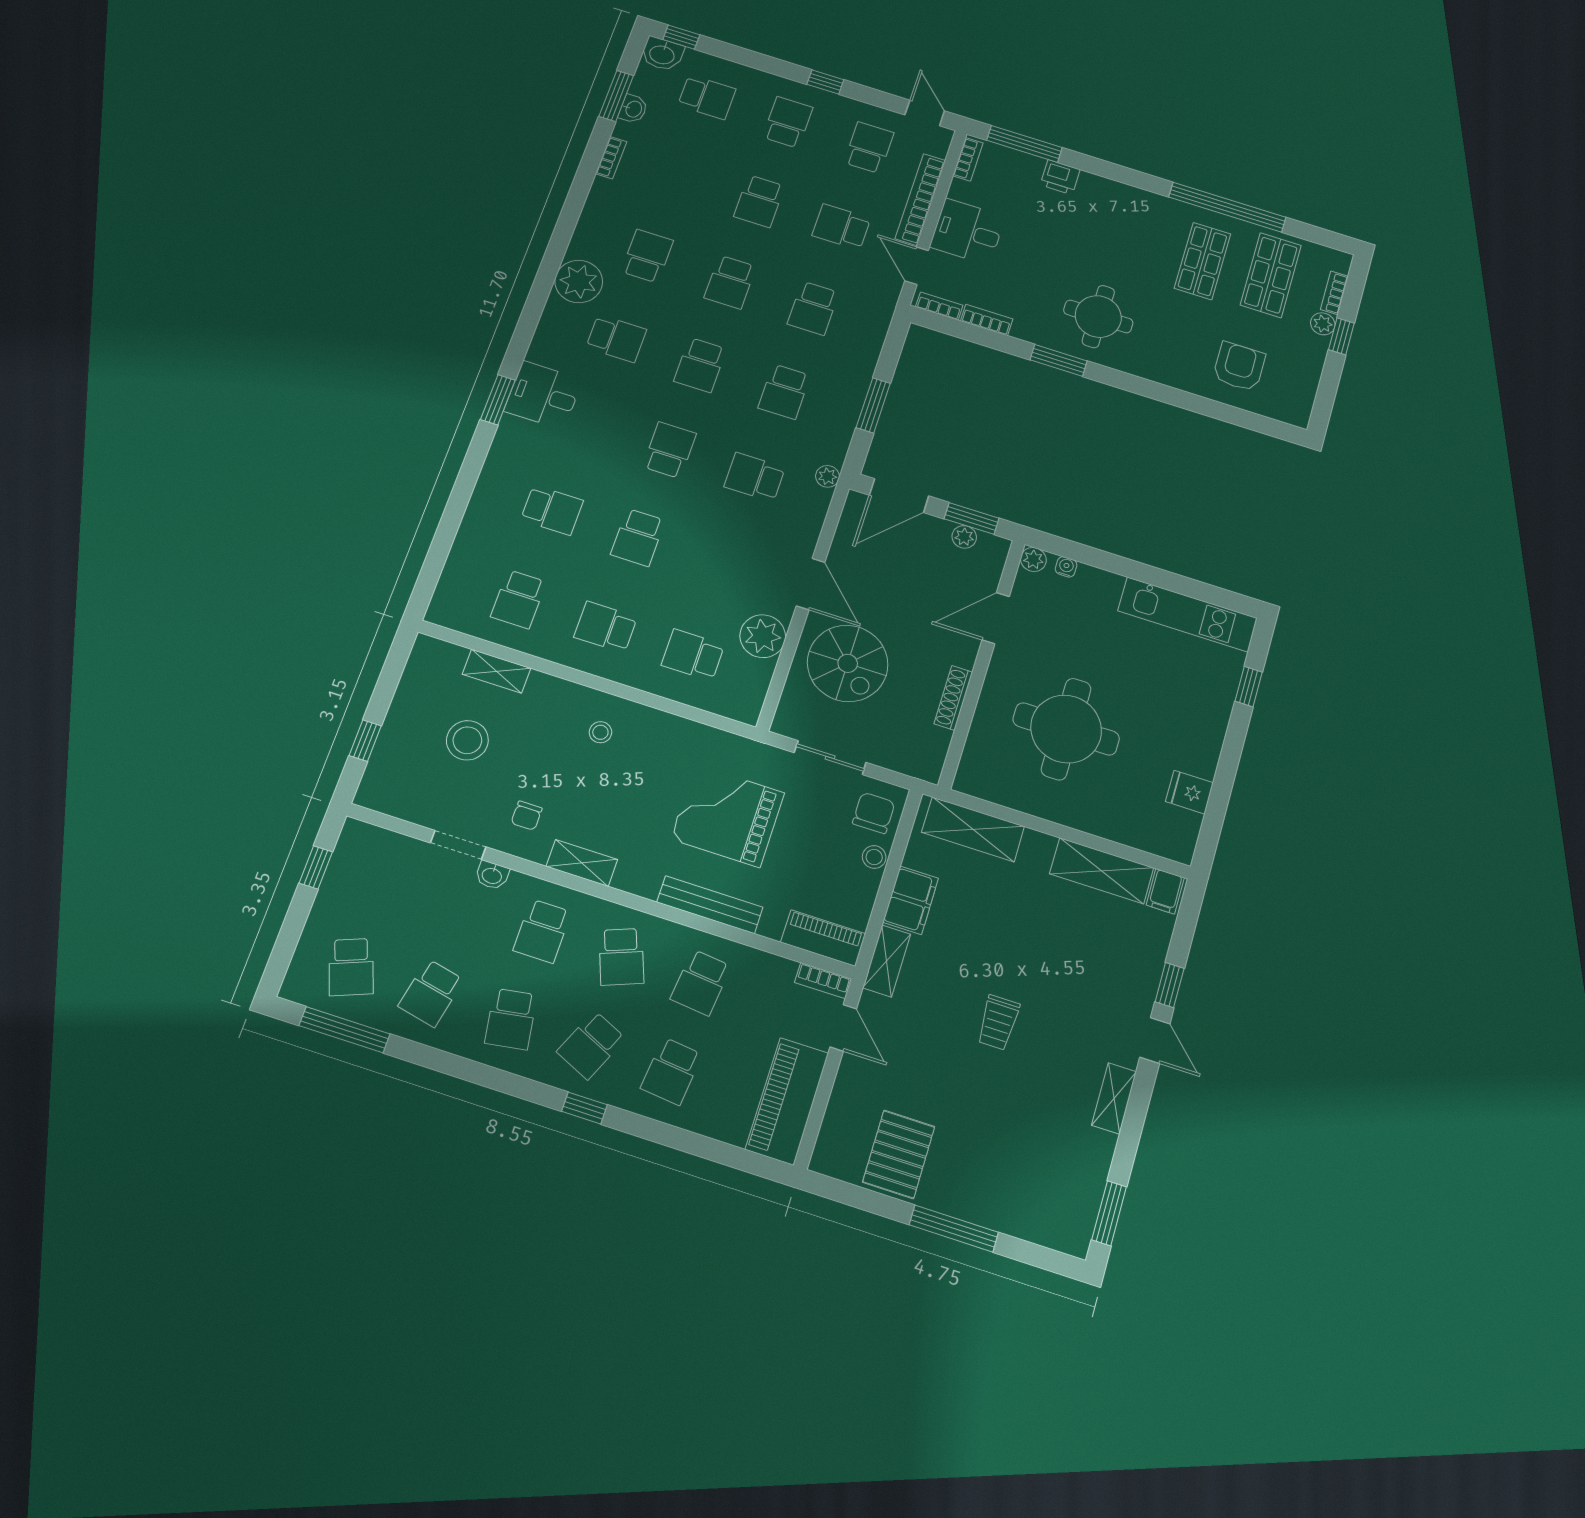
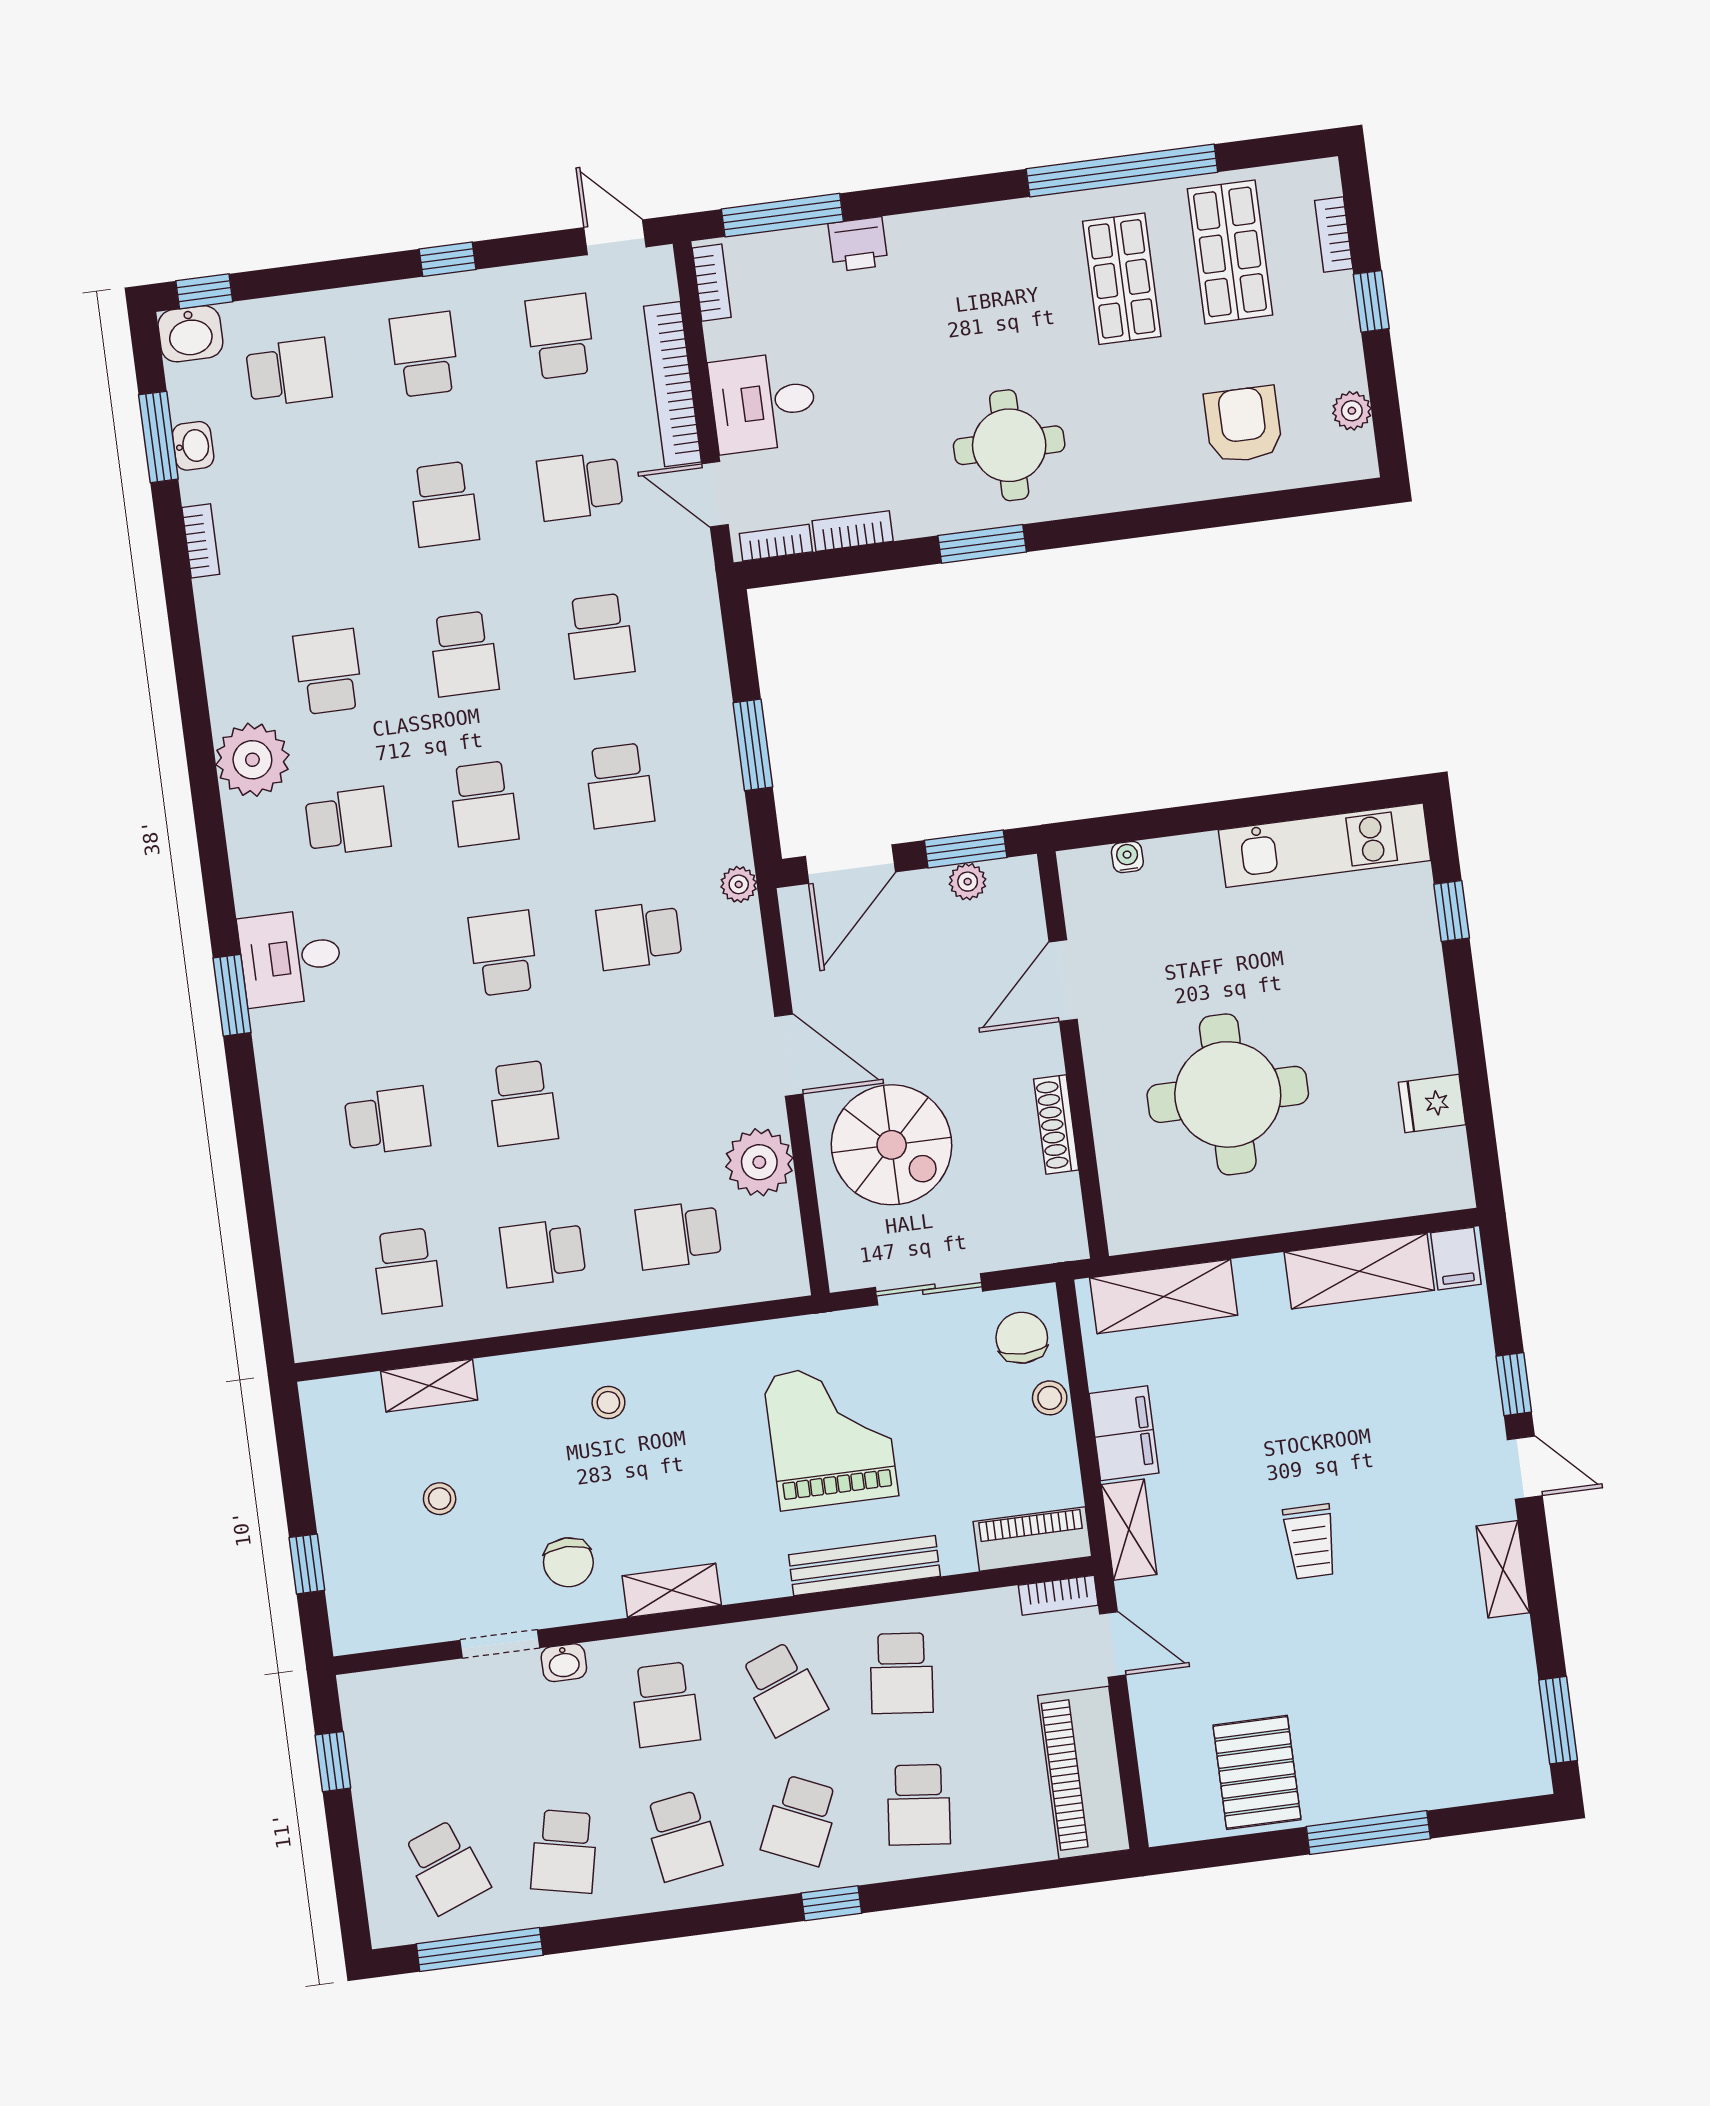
plant: (1323, 324) -> (1352, 411), moved
plant: (1033, 559) -> (1078, 868), removed
stool: (467, 740) -> (440, 1499), width x0.53, depth x0.53
chair: (527, 816) -> (568, 1562), width x1.37, depth x1.37
grand piano: (727, 816) -> (831, 1435), turned 90

